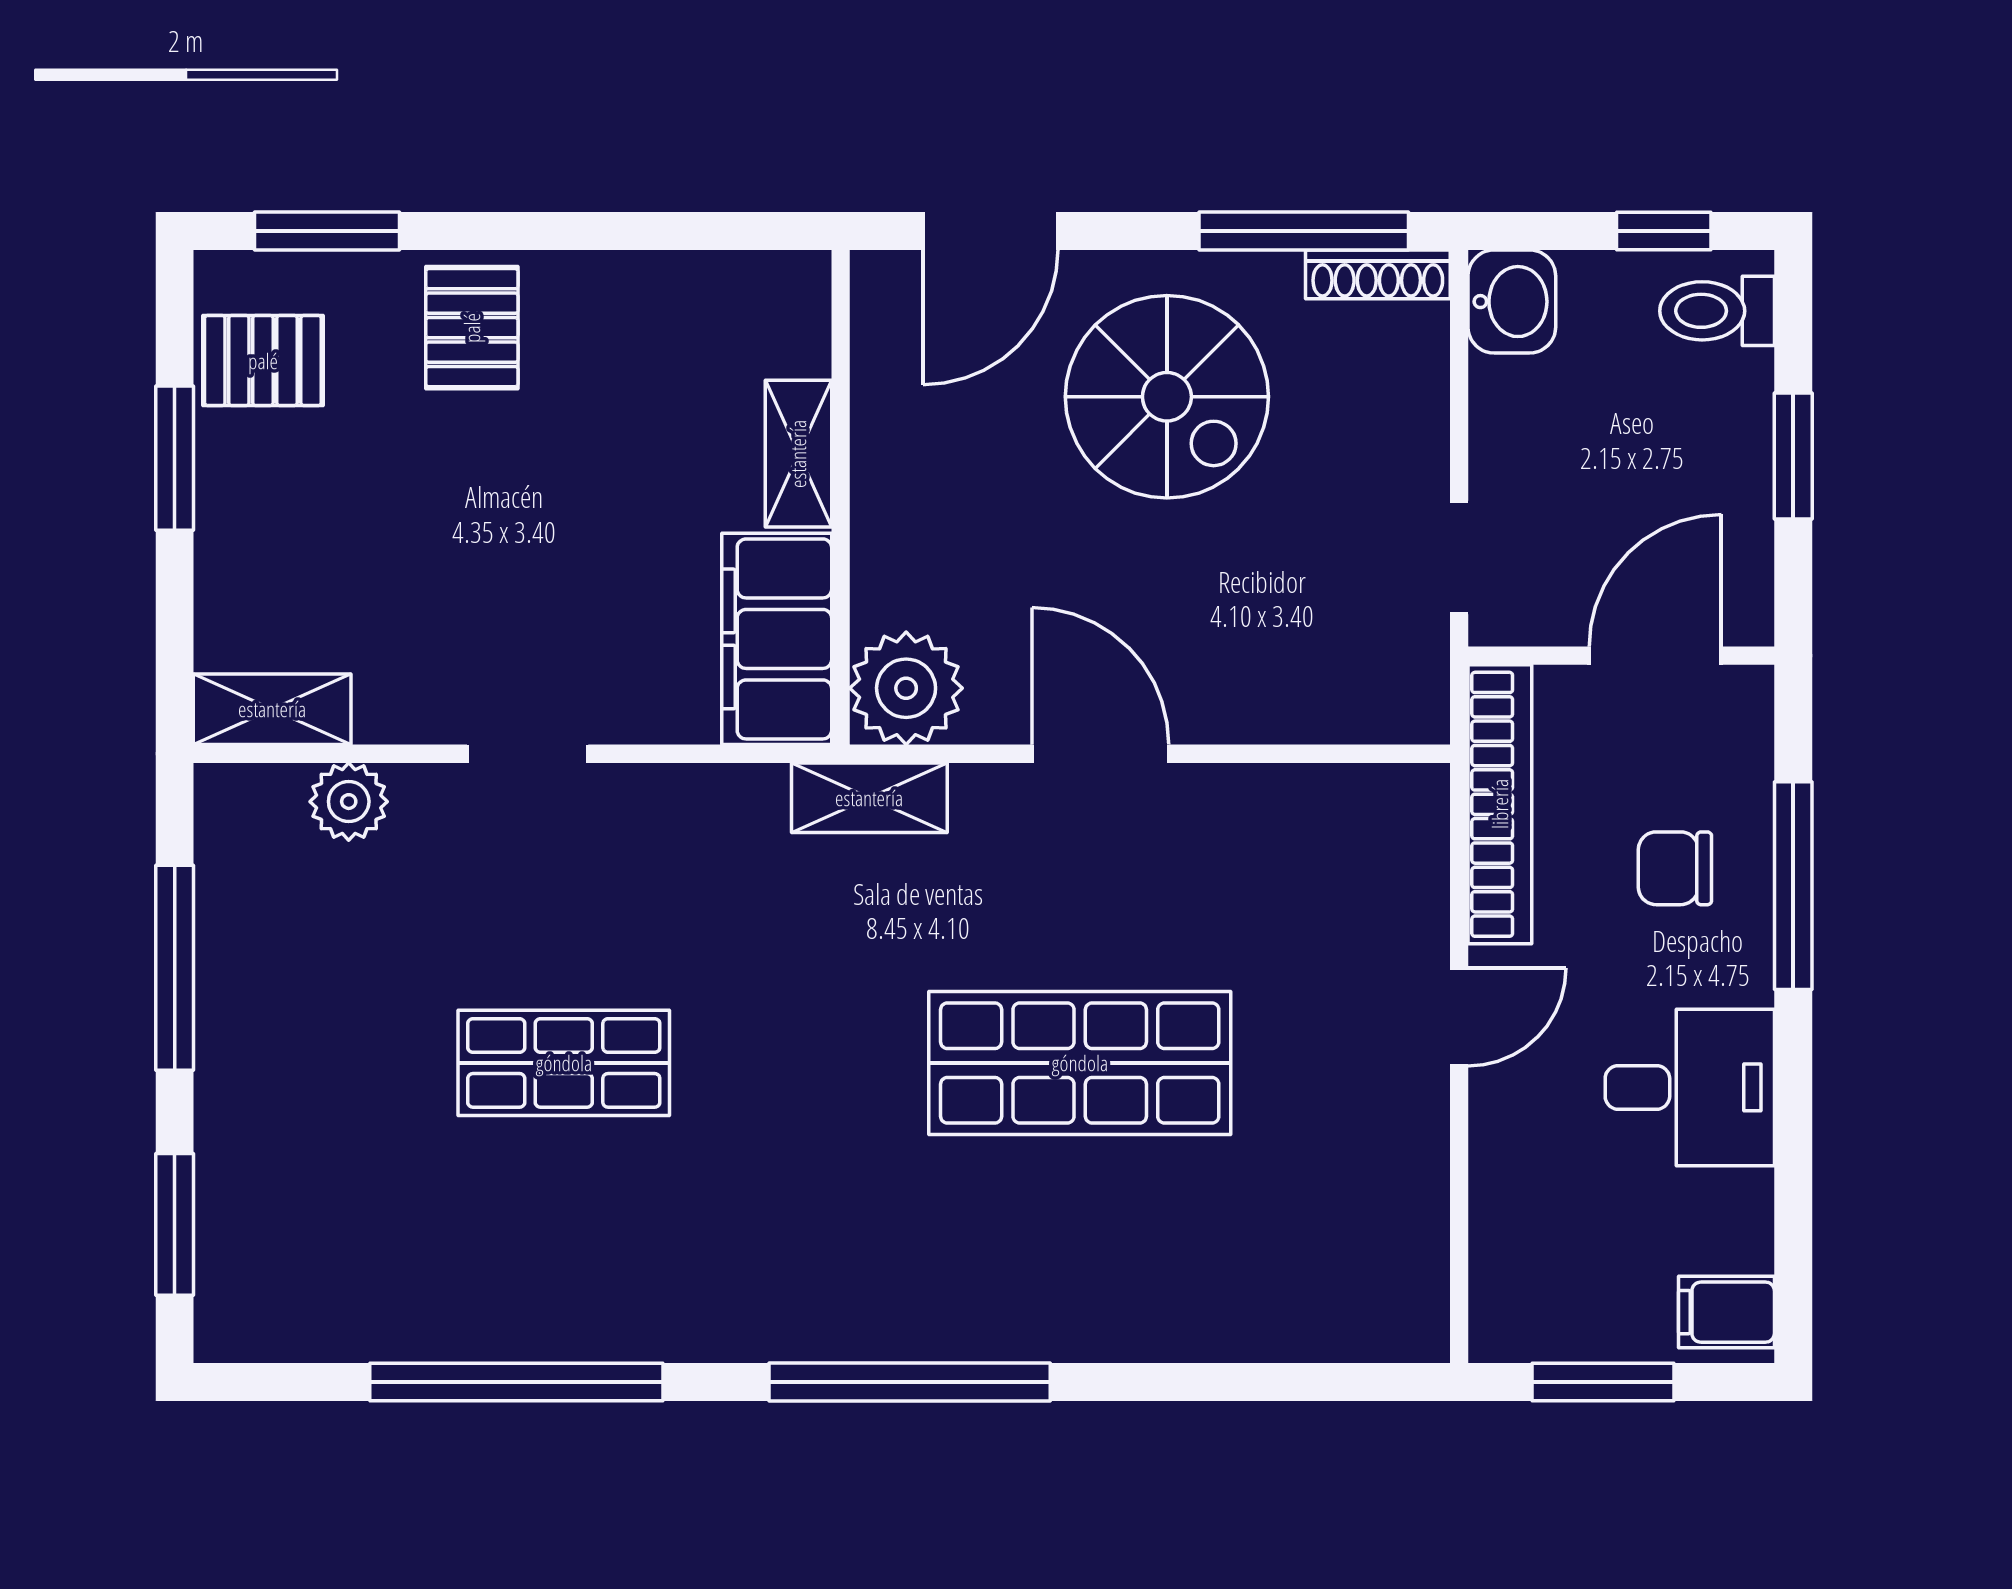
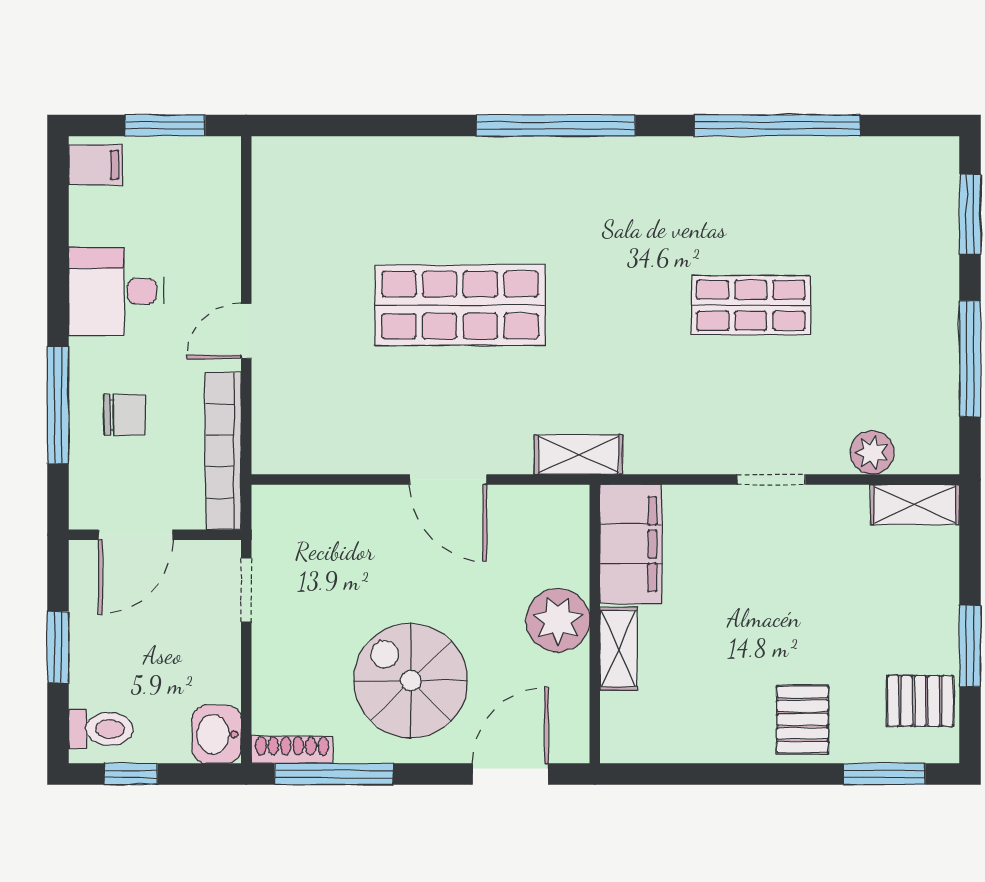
plant: (906, 688) -> (558, 620), moved

